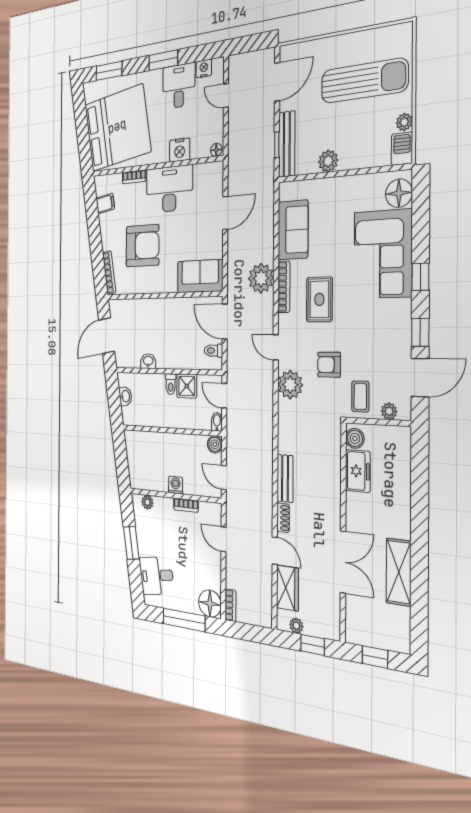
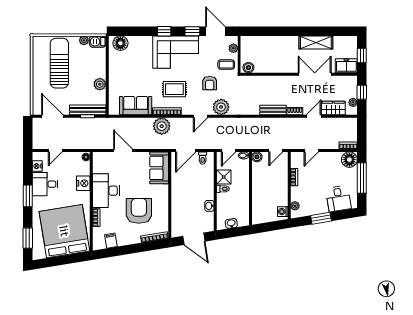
corner sofa: (383, 254) -> (176, 52), moved
freezer: (358, 471) -> (346, 66), moved
washing machine: (176, 485) -> (283, 212), moved

